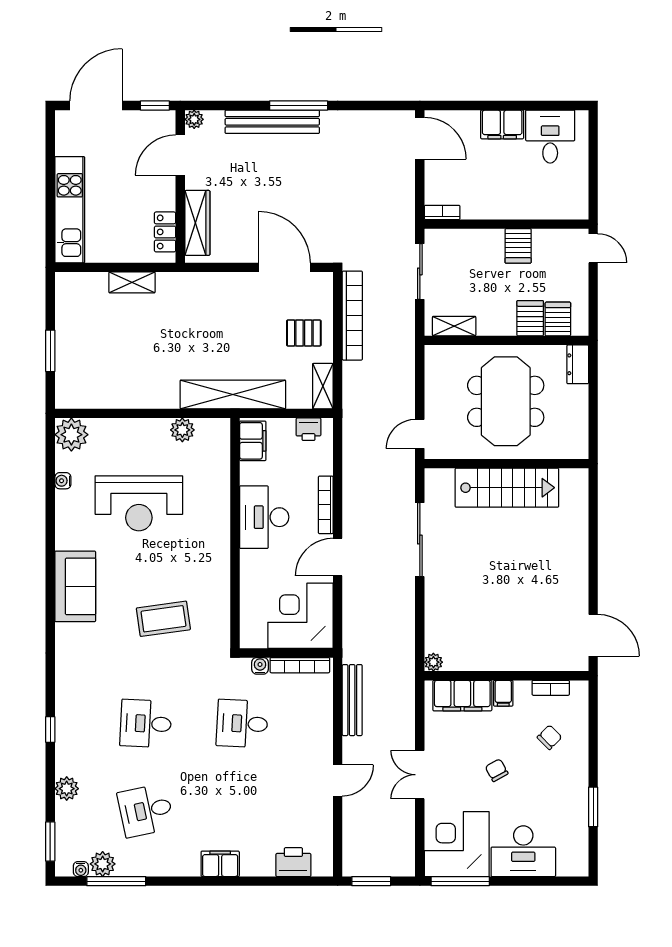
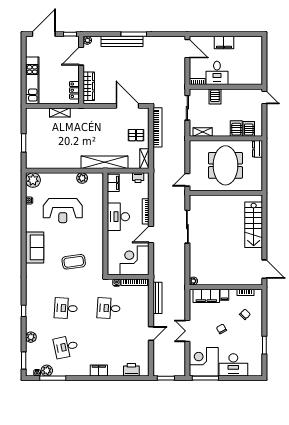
desk: (550, 137) -> (217, 73), moved, turned 180
server rack: (518, 246) -> (215, 96), moved
stairs: (507, 488) -> (254, 225), moved, turned 90

